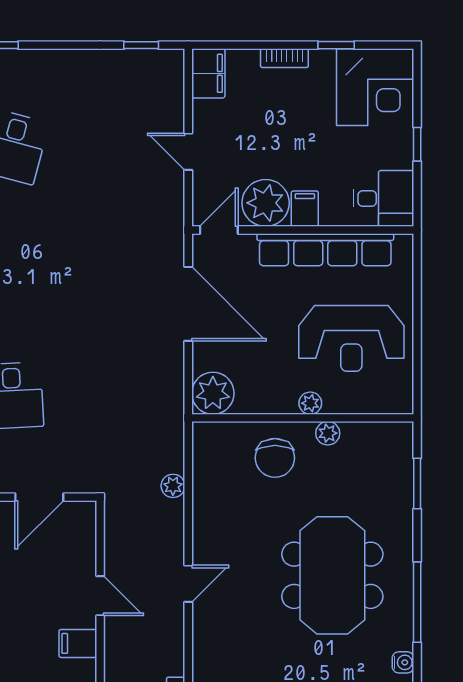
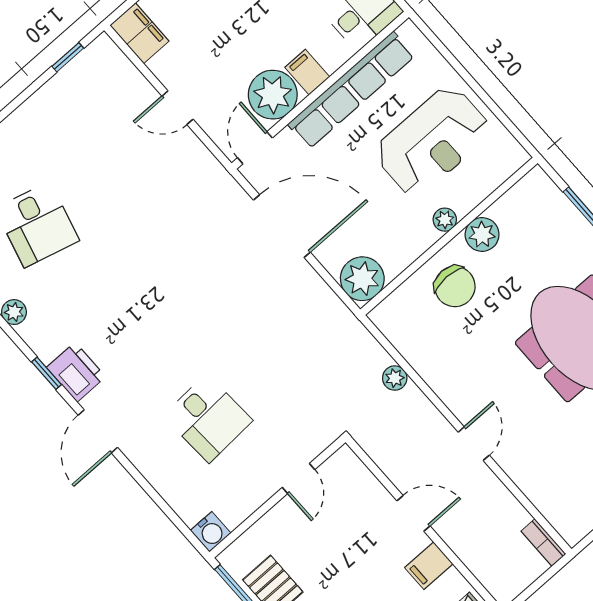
plant: (328, 433) -> (482, 234), width x1.38, depth x1.38
door: (39, 497) -> (298, 478), width x0.73

